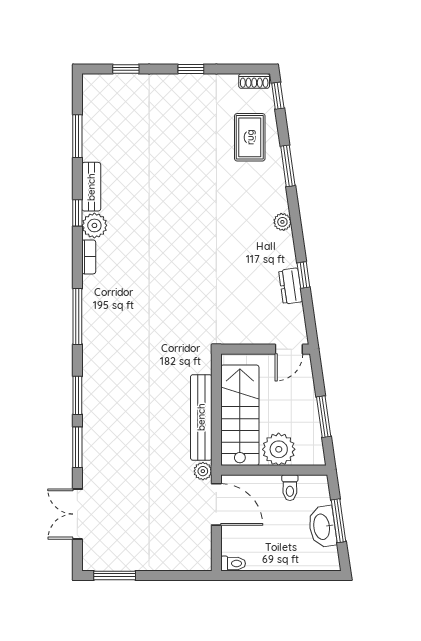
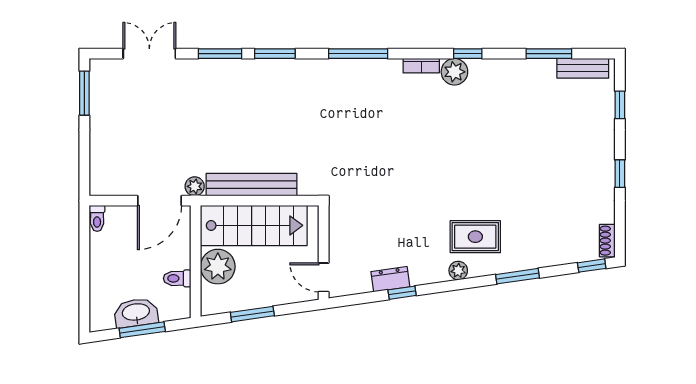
rug: (250, 137) -> (475, 237), moved
bench: (91, 187) -> (583, 68), moved

